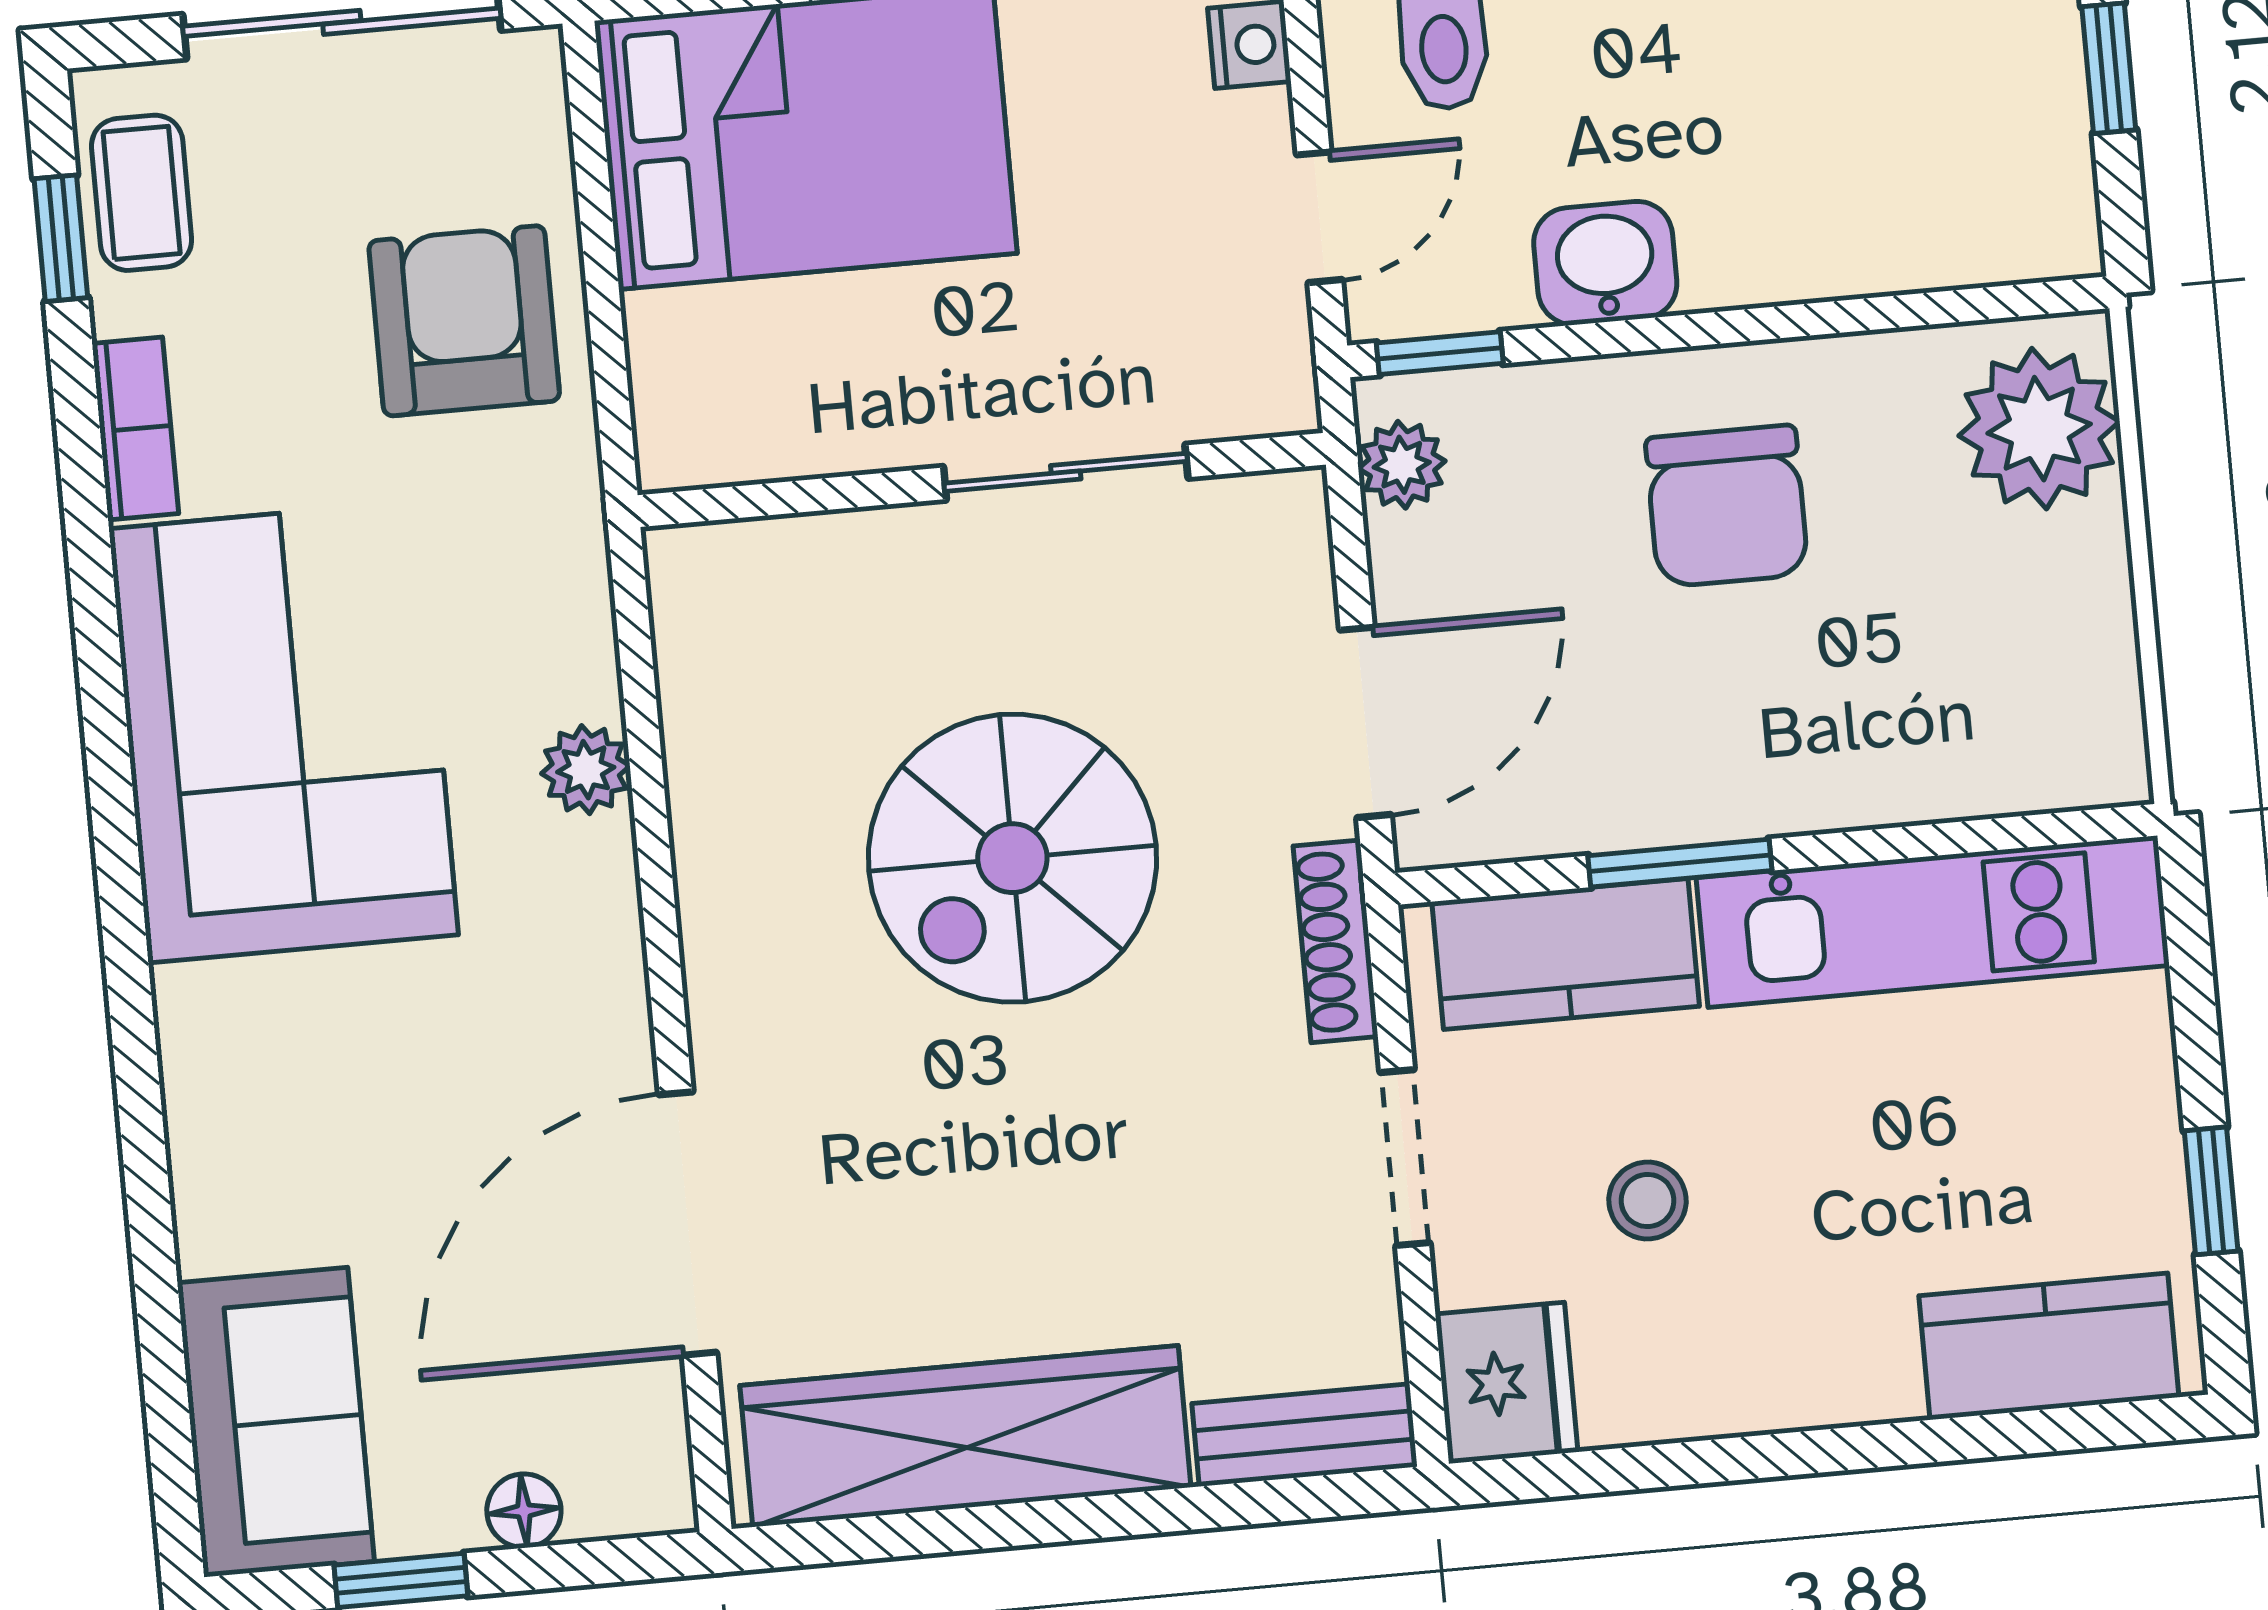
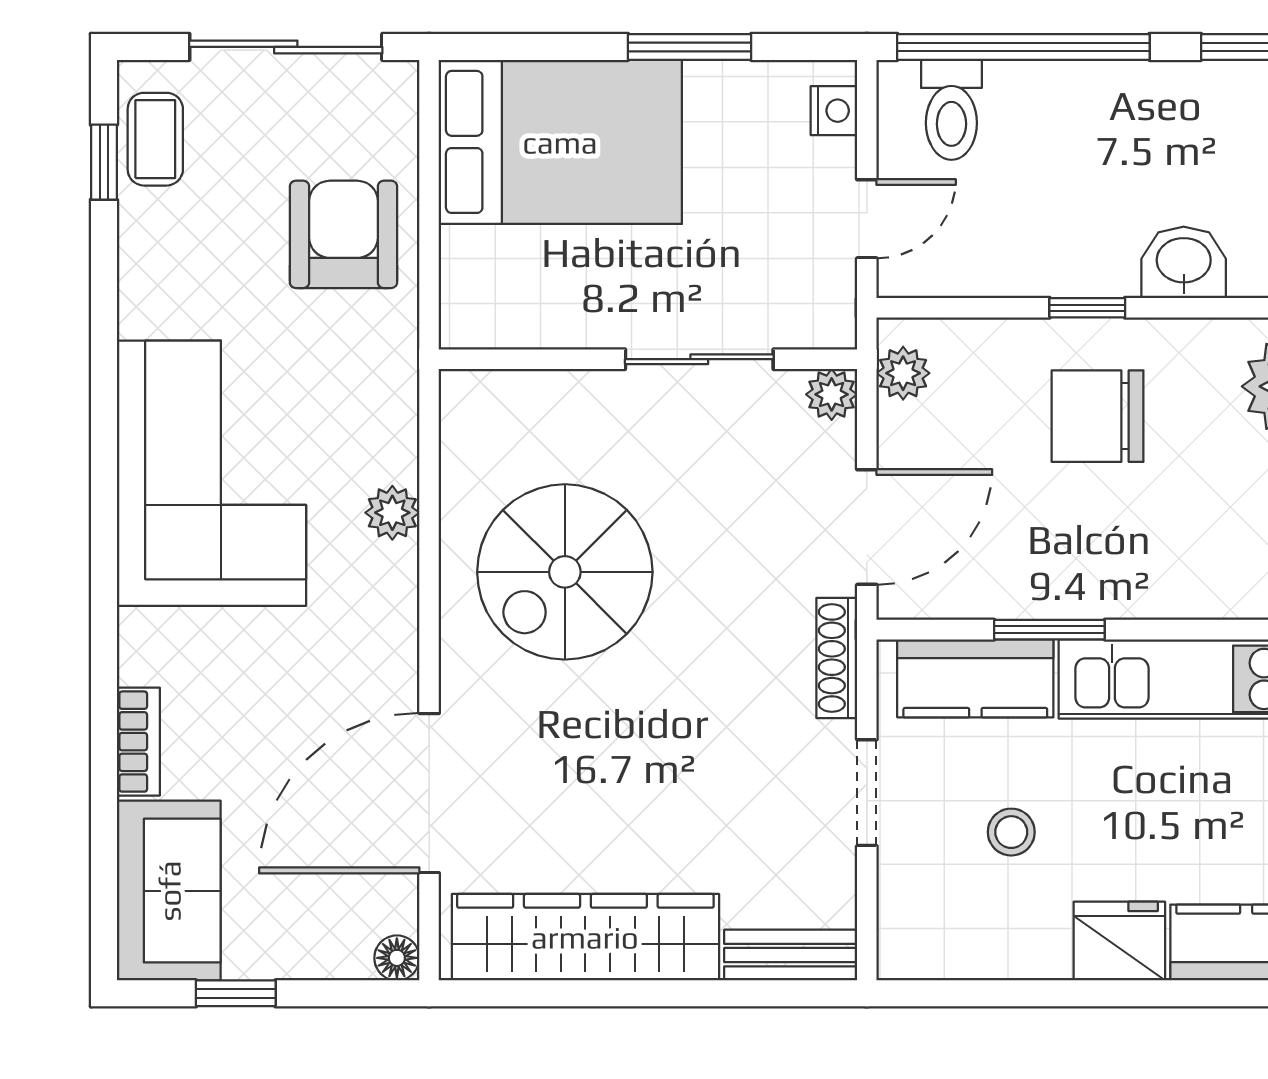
washbasin: (1605, 263) -> (1184, 262), moved
window: (1440, 353) -> (1087, 308), moved
bookcase: (135, 428) -> (138, 742), moved
chair: (1727, 506) -> (1098, 416), turned 90
plant: (1288, 510) -> (832, 394), added
spiral stairs: (1012, 858) -> (565, 572), moved
fridge: (1507, 1383) -> (1119, 941), moved, turned -90
floor lamp: (524, 1511) -> (397, 958), moved

